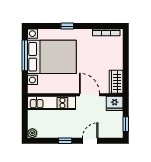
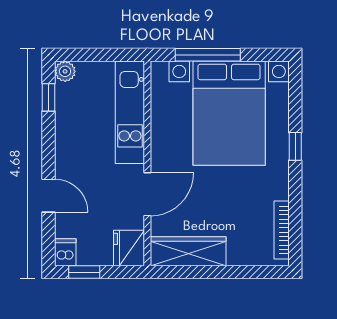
window: (25, 55) -> (208, 55), moved
wardrobe: (116, 82) -> (188, 251), width x1.50
dishwasher: (117, 133) -> (65, 252), added
window: (65, 141) -> (49, 97), moved

